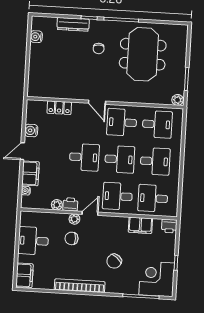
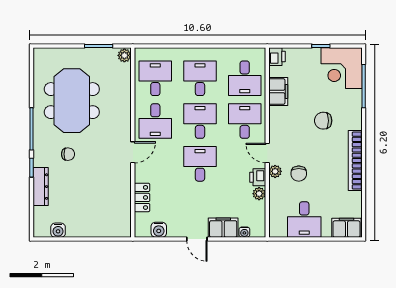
meeting table: (143, 54) -> (72, 101), turned 90
water cooler: (31, 130) -> (159, 230), moved
desk: (118, 196) -> (245, 121), turned 180
chair: (114, 261) -> (323, 121), turned 140

